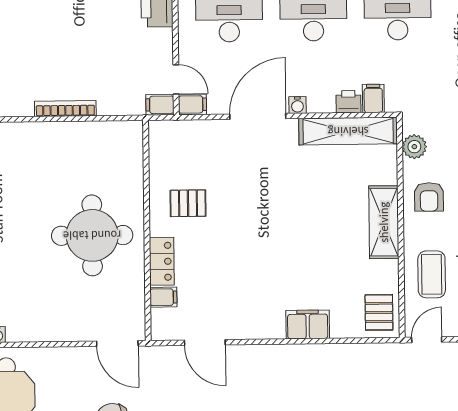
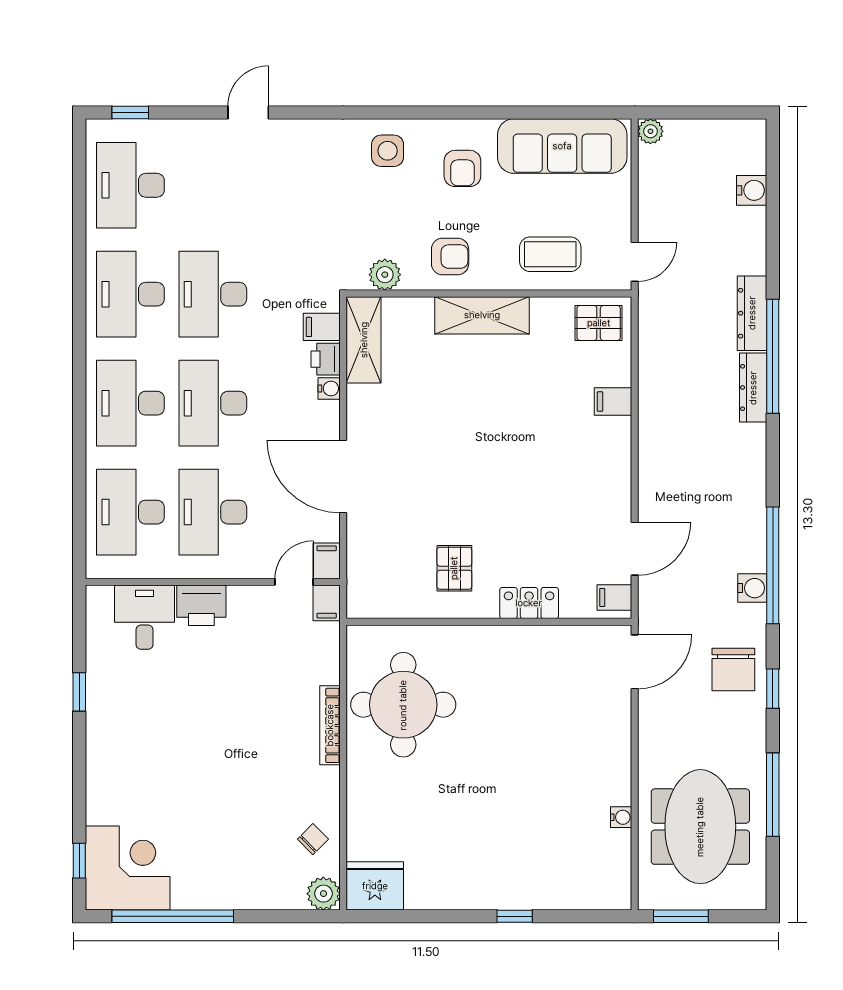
water cooler: (297, 105) -> (329, 388), moved
shelving: (348, 131) -> (364, 340), width x0.68
round table: (92, 235) -> (403, 705), moved
filing cabinet: (163, 297) -> (614, 597), moved, turned -90
filing cabinet: (308, 324) -> (613, 401), width x0.50
door: (427, 340) -> (635, 262), swing flipped

